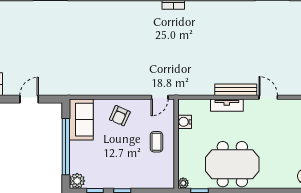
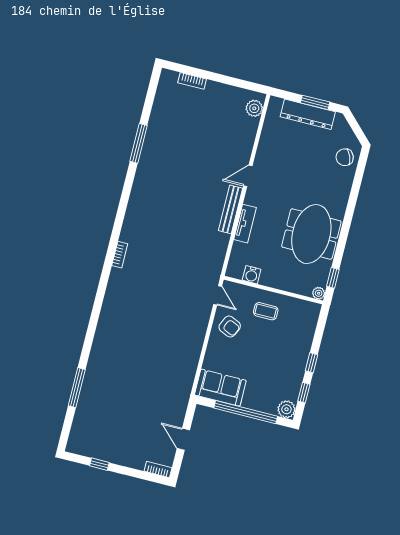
armchair: (120, 116) -> (230, 327), moved

